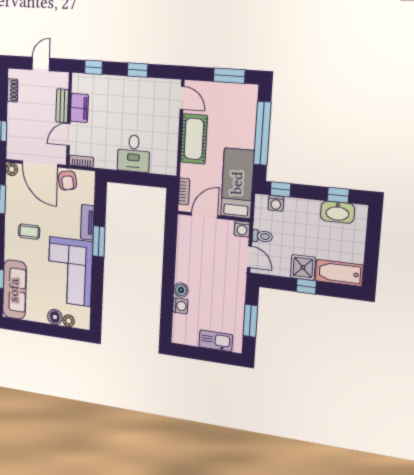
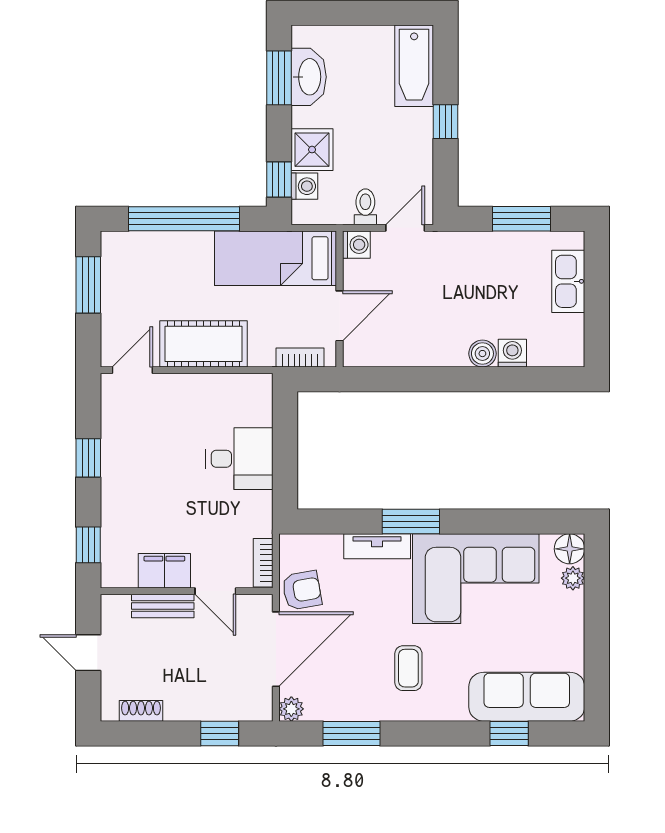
window: (338, 195) -> (279, 78), width x1.50
door: (205, 215) -> (339, 316), swing flipped
shower: (303, 267) -> (312, 150), moved
floor lamp: (55, 317) -> (570, 549), moved

